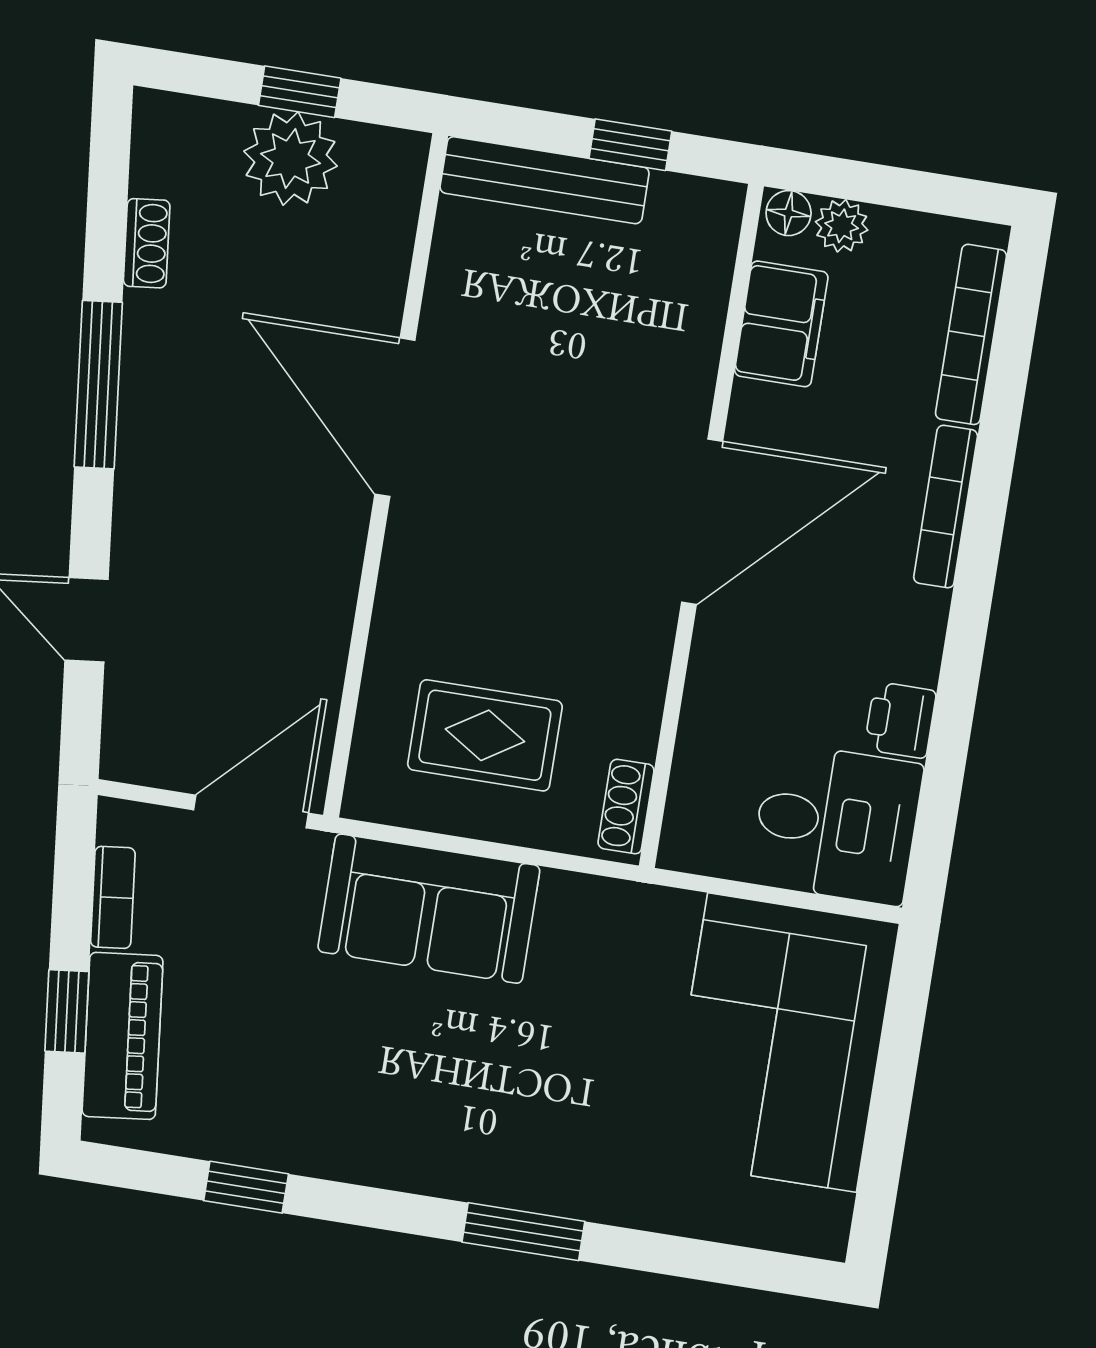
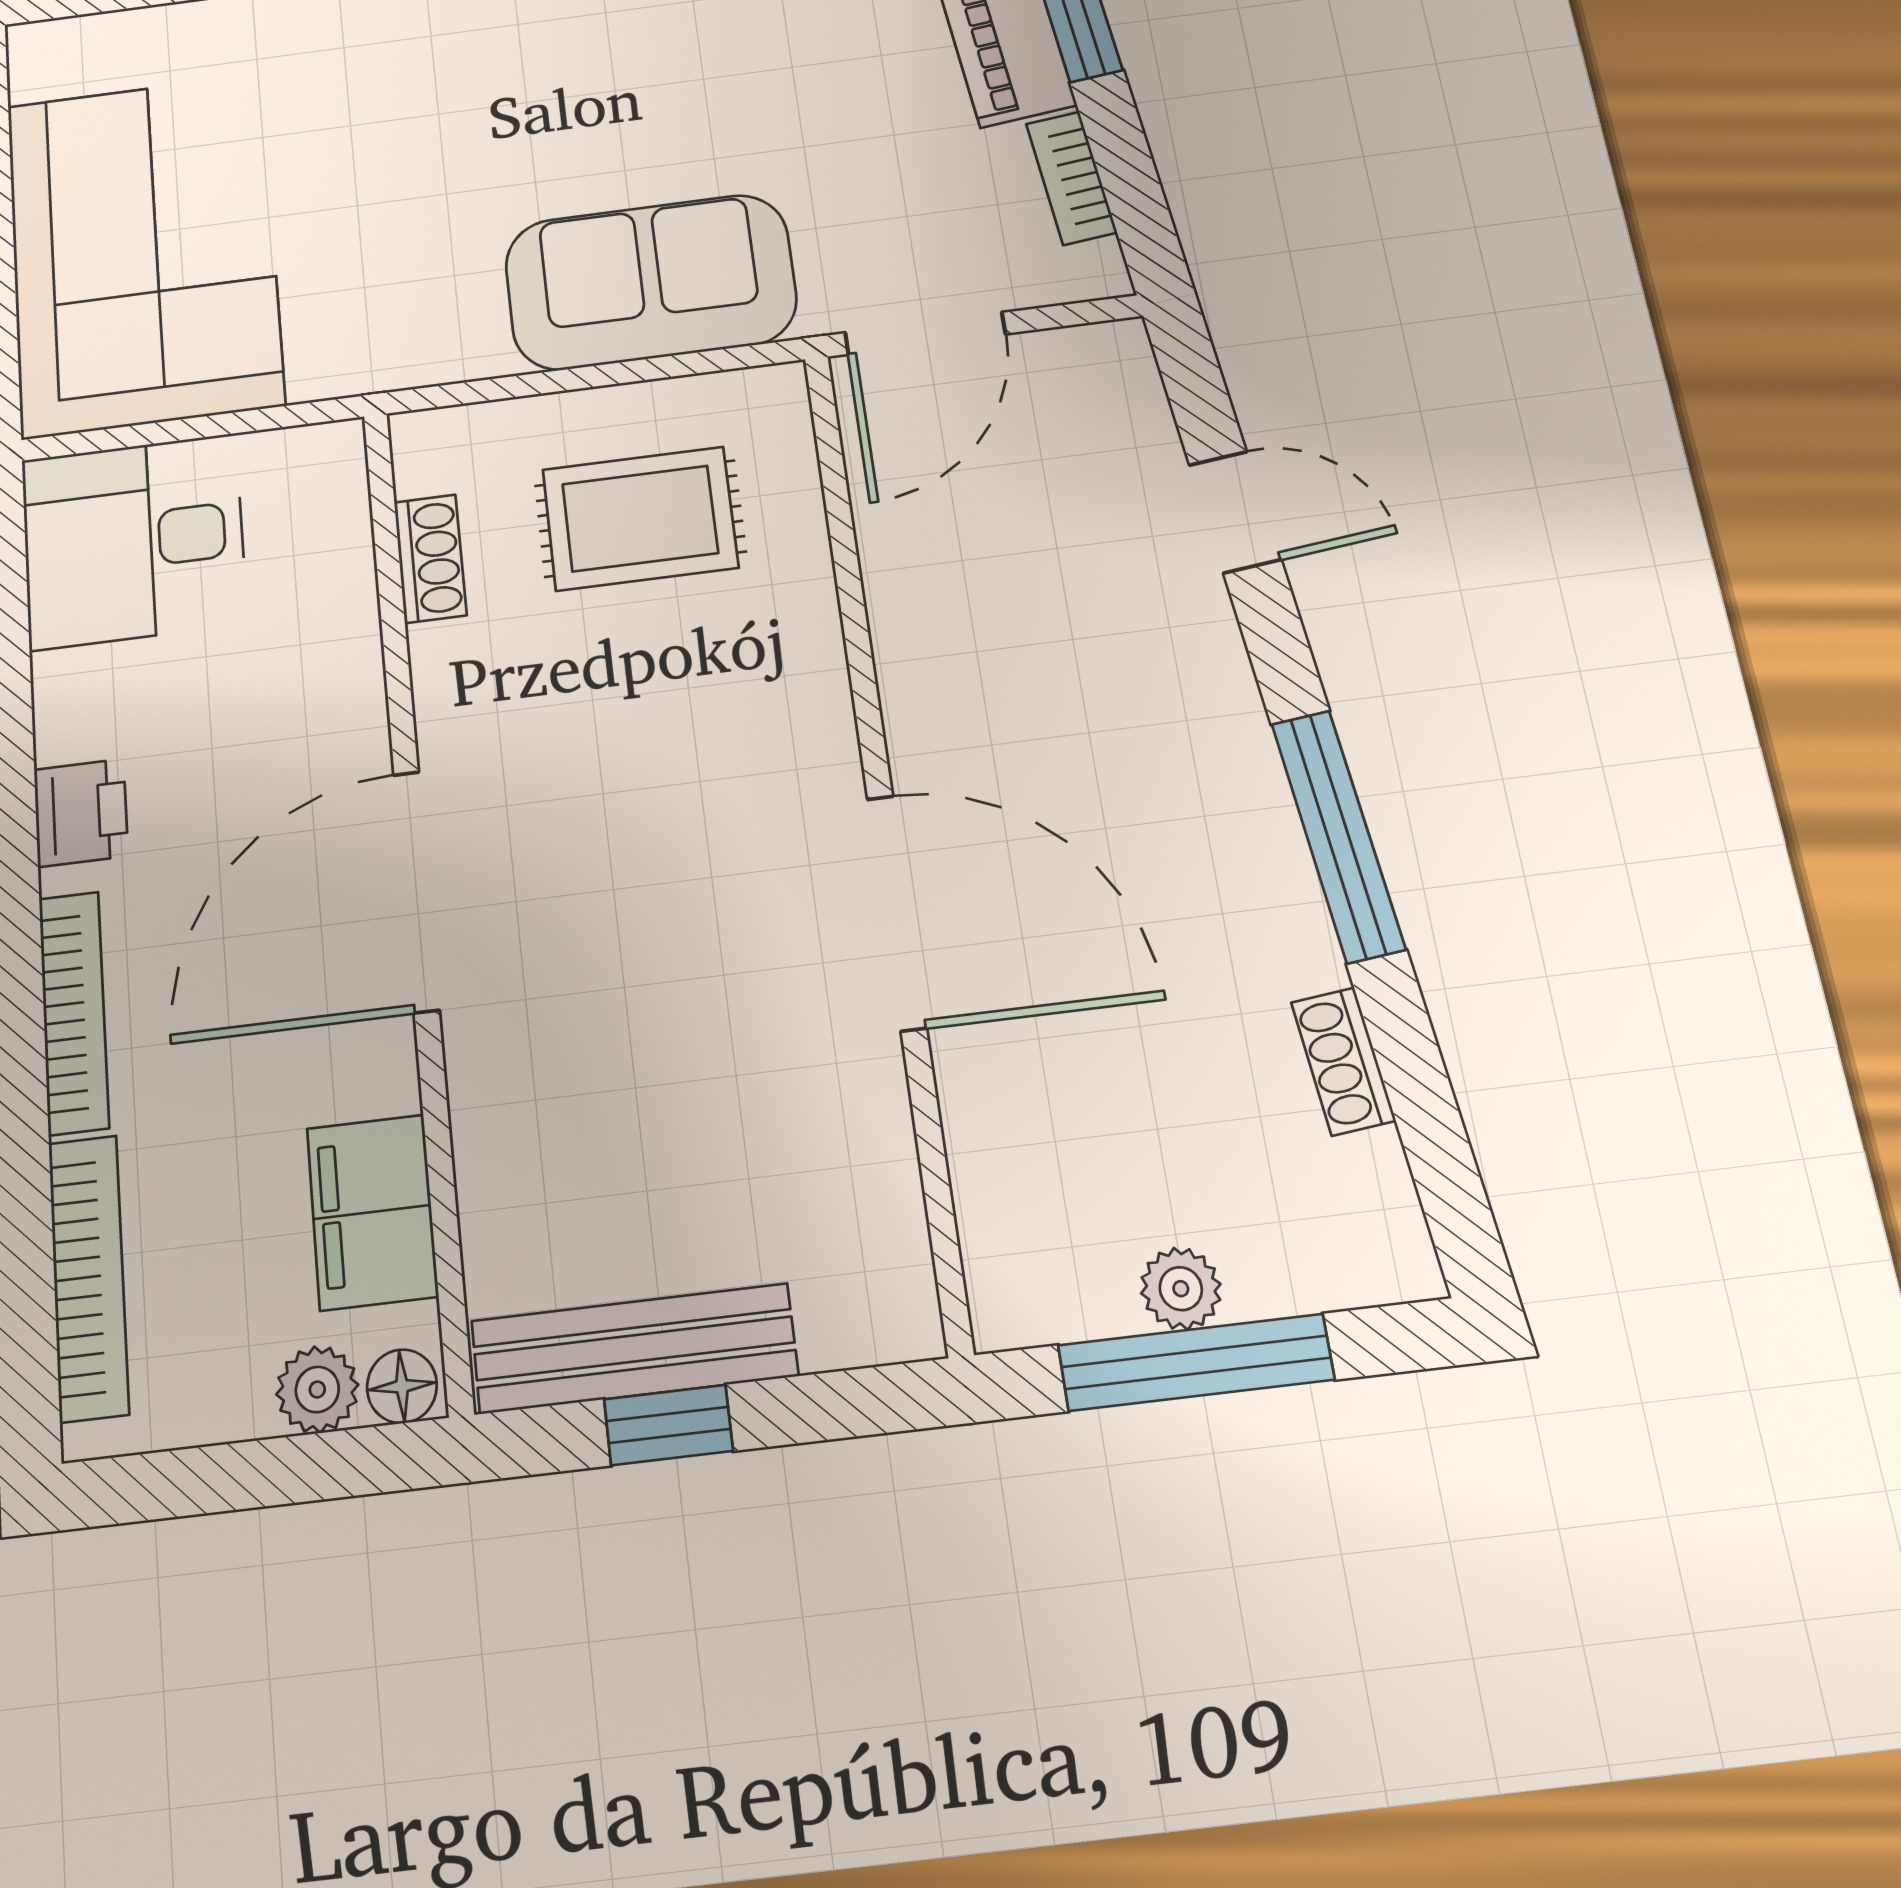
window: (300, 92) -> (1196, 1362), width x2.17
plant: (291, 159) -> (1181, 1289), width x0.53, depth x0.53
bench: (545, 180) -> (634, 1348), moved
printer: (900, 720) -> (81, 813), moved
shoe rack: (626, 807) -> (430, 559), moved

